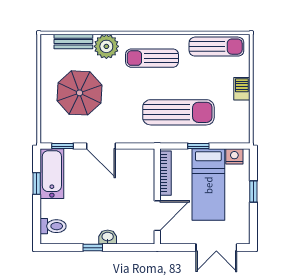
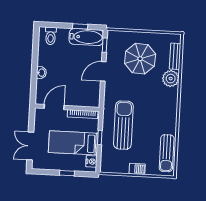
sun lounger: (152, 58) -> (161, 109), removed
sun lounger: (178, 112) -> (123, 125), turned 180
door: (157, 216) -> (54, 107), swing flipped
window: (93, 248) -> (35, 62), removed

